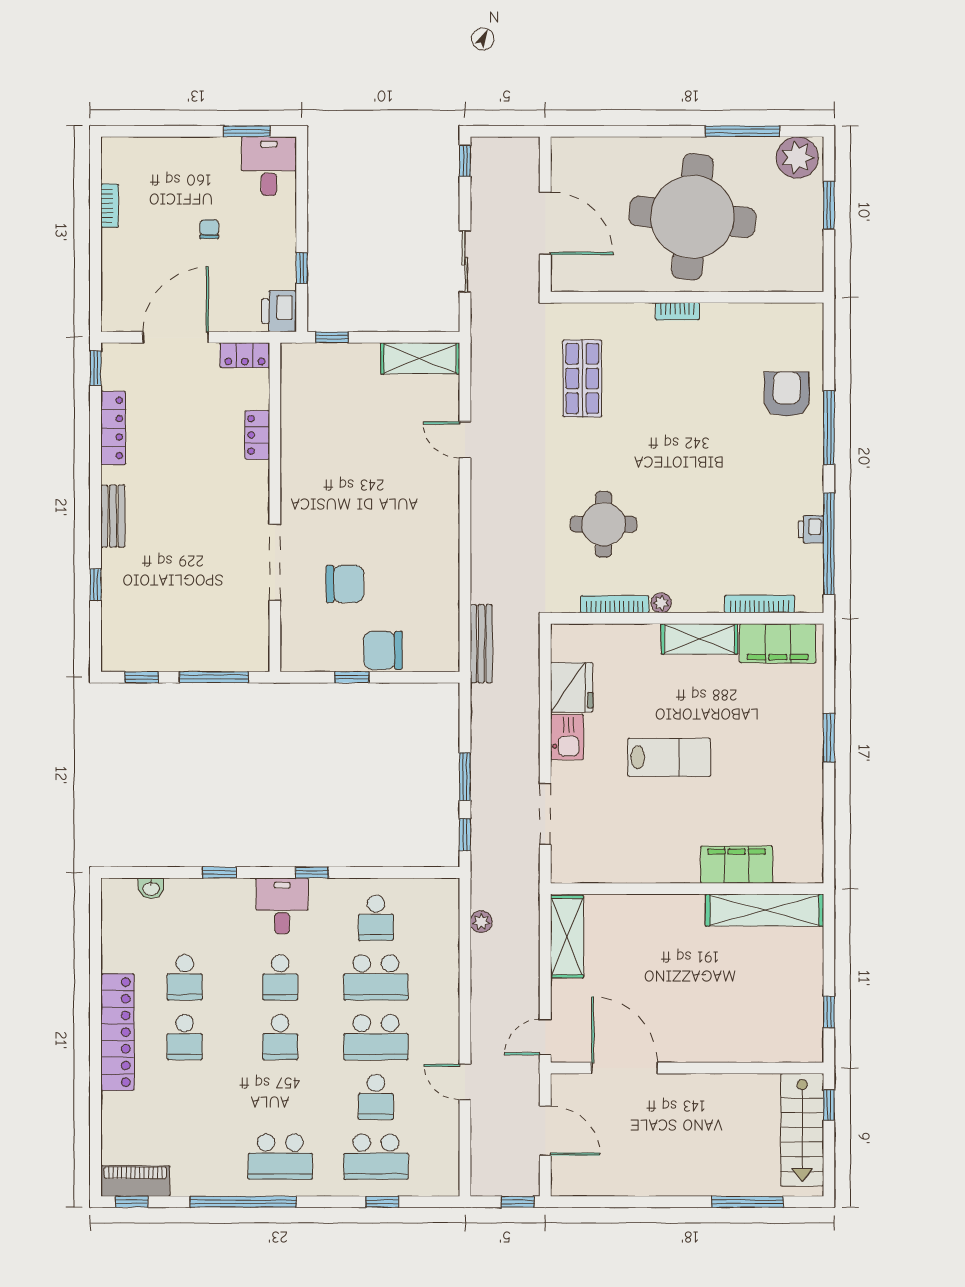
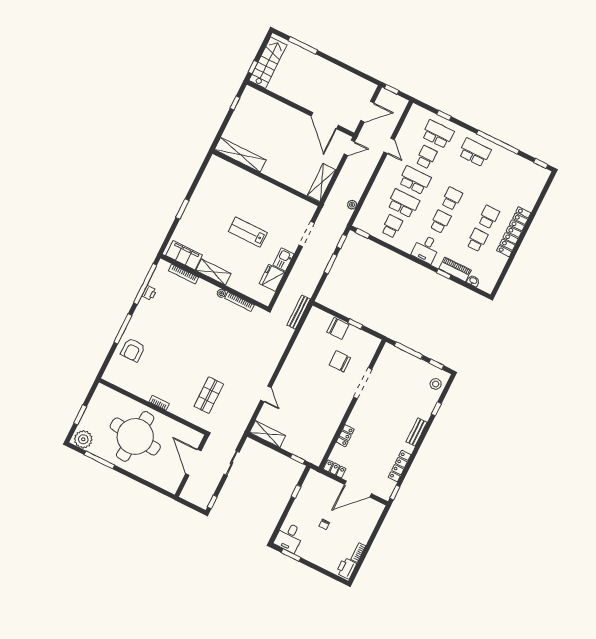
printer: (279, 311) -> (346, 568), moved, turned 180
round table: (604, 524) -> (228, 335), removed
stool: (123, 635) -> (436, 384), added
filing cabinet: (737, 865) -> (242, 178), removed
window: (312, 873) -> (362, 233), moved
door: (545, 1131) -> (367, 112), swing flipped
piano: (135, 1181) -> (455, 269), moved, turned 180

